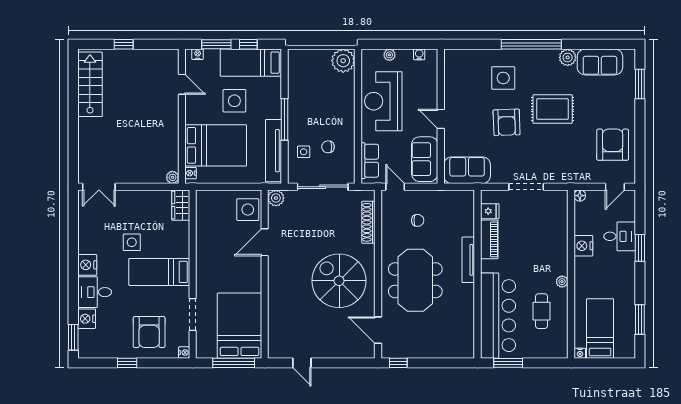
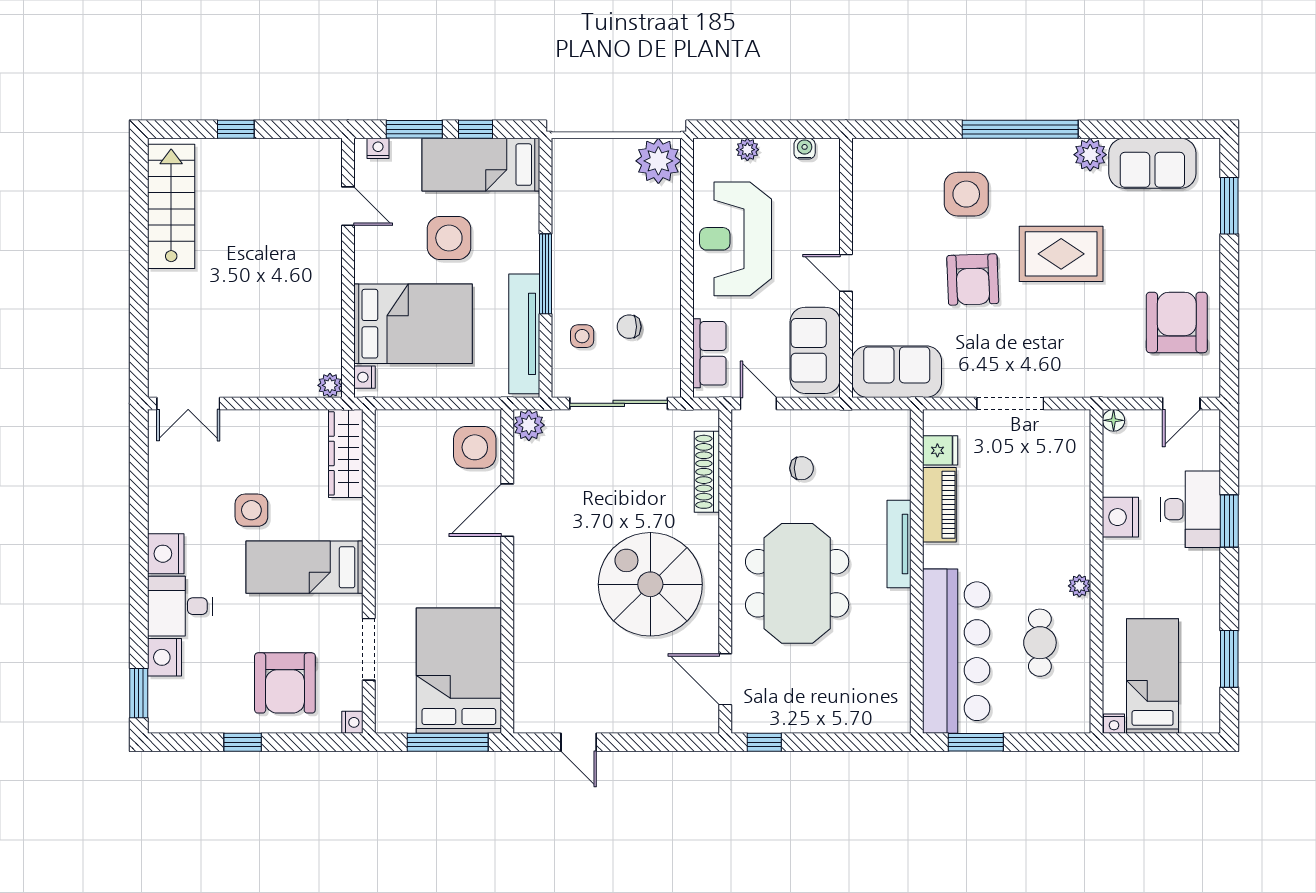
wardrobe: (181, 205) -> (346, 453), width x1.50
desk: (620, 236) -> (1190, 509), width x1.37

